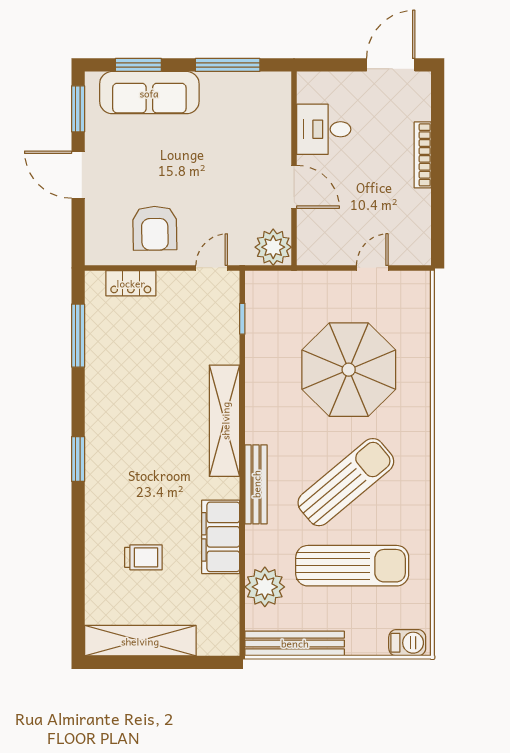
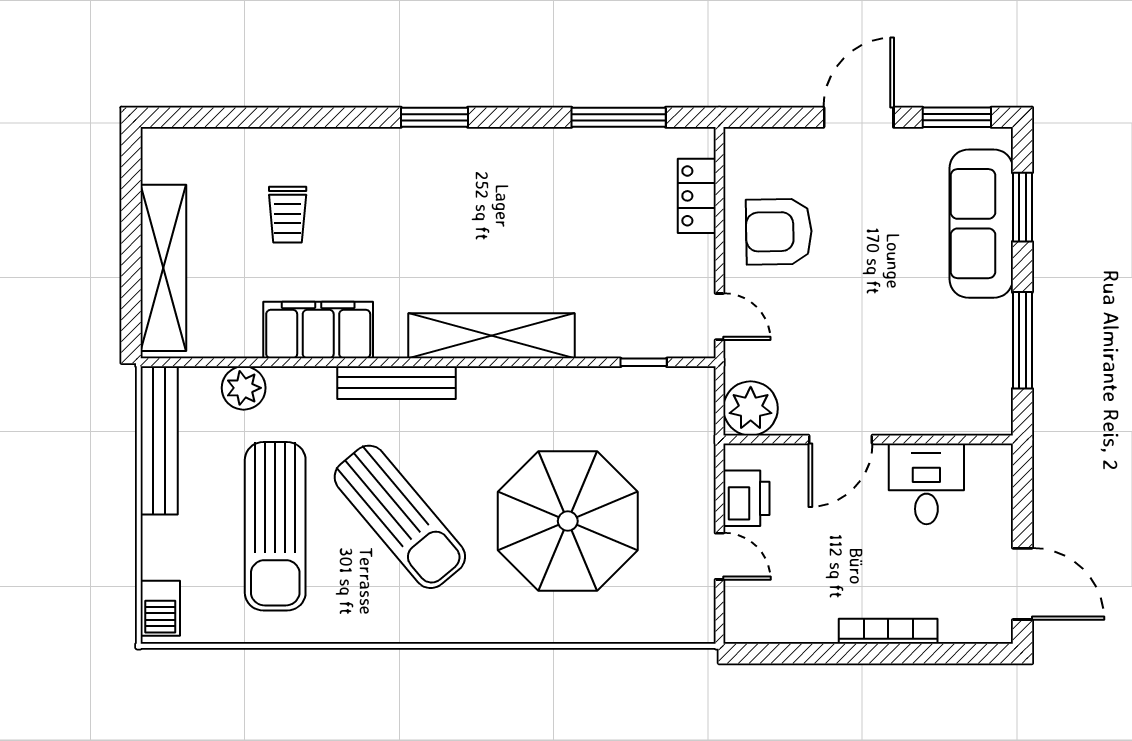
printer: (333, 250) -> (746, 498), added
plant: (265, 587) -> (244, 388), width x0.73, depth x0.73
shelving: (140, 641) -> (163, 268), moved

